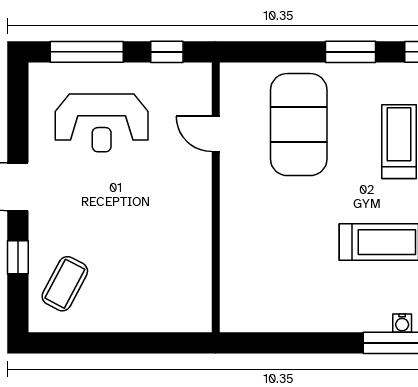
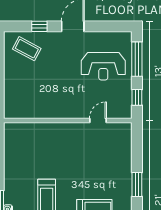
reception desk: (102, 123) -> (103, 66), turned -90
exercise mat: (299, 125) -> (102, 160), removed

